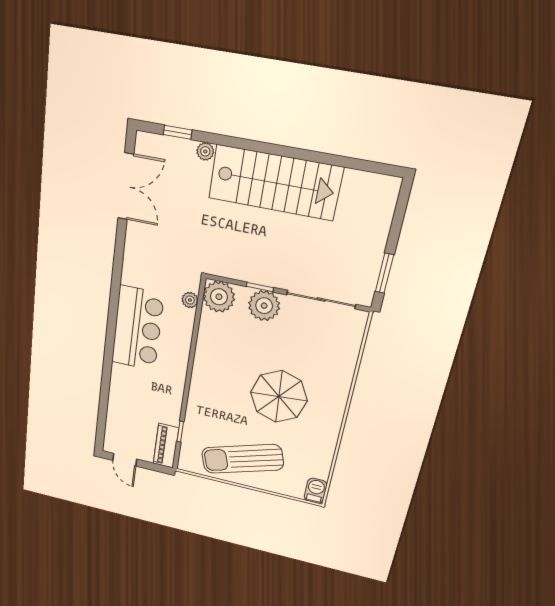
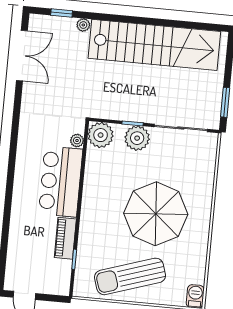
stairs: (275, 183) -> (154, 45), width x1.36
bar counter: (137, 328) -> (61, 181), moved, turned 180
parasol: (279, 396) -> (156, 214), width x1.36, depth x1.36
piano: (166, 446) -> (65, 238), moved

